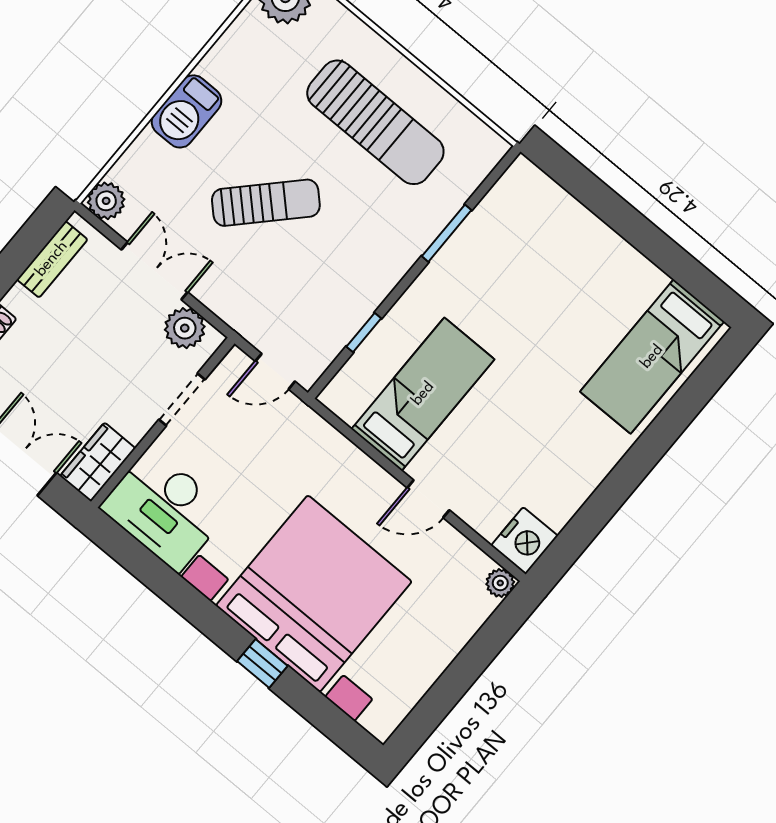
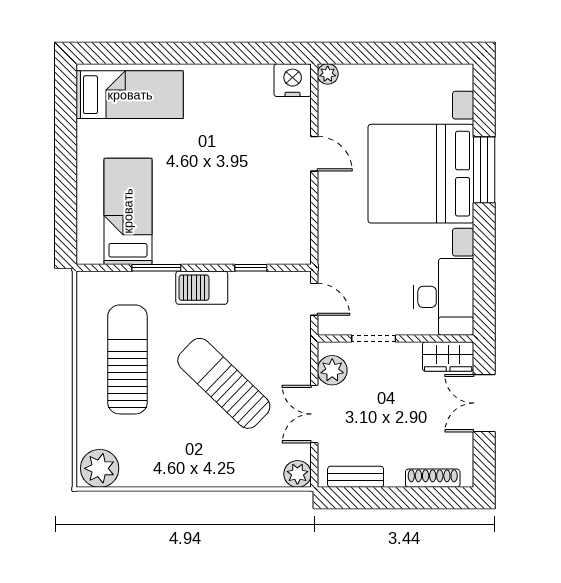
barbecue: (187, 111) -> (202, 288), moved, turned 180
sun lounger: (266, 203) -> (224, 383), width x1.36, depth x1.34
bed: (423, 394) -> (128, 211), moved, turned 90
window: (262, 663) -> (484, 170), width x2.17

